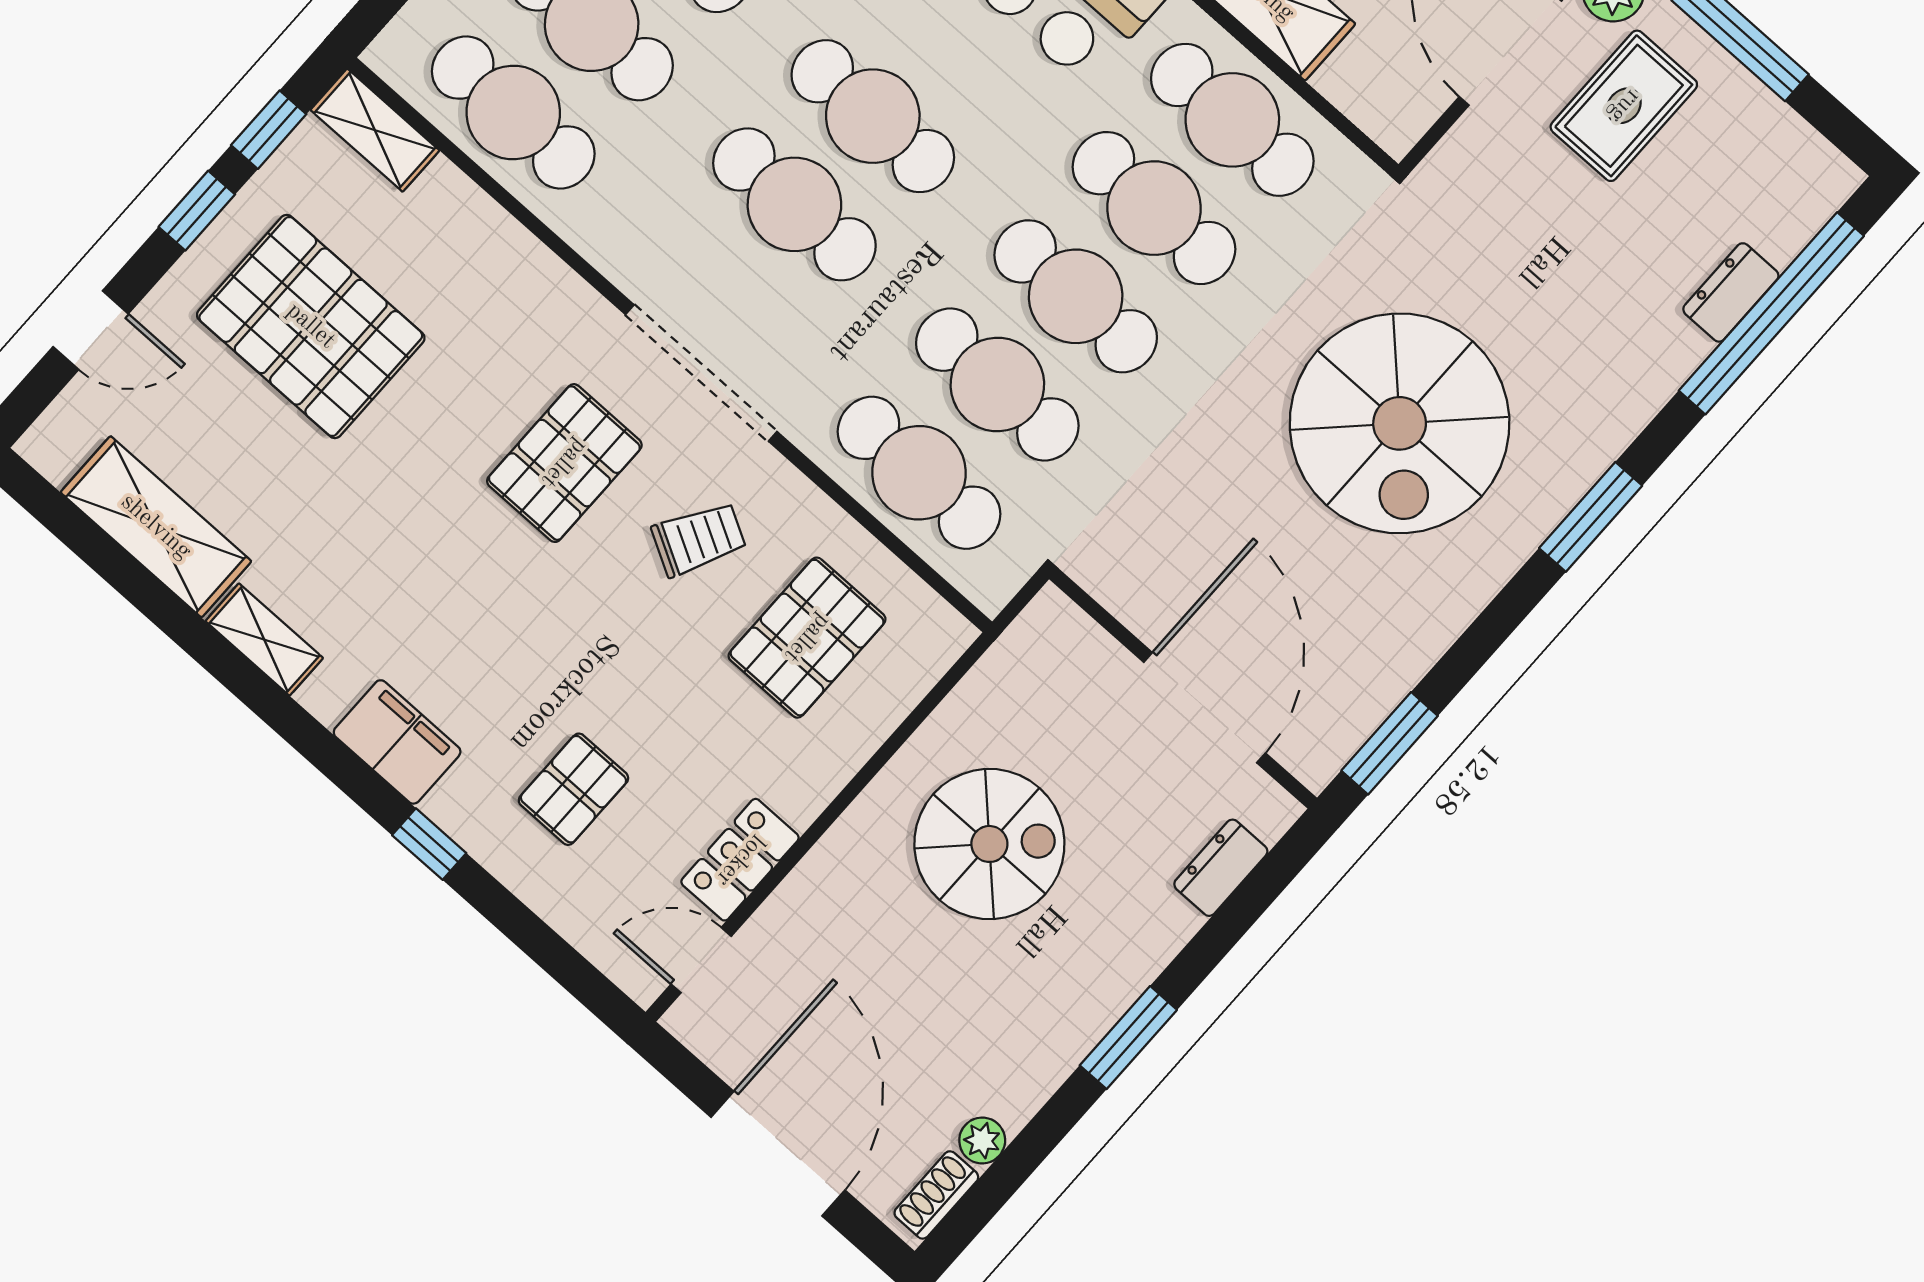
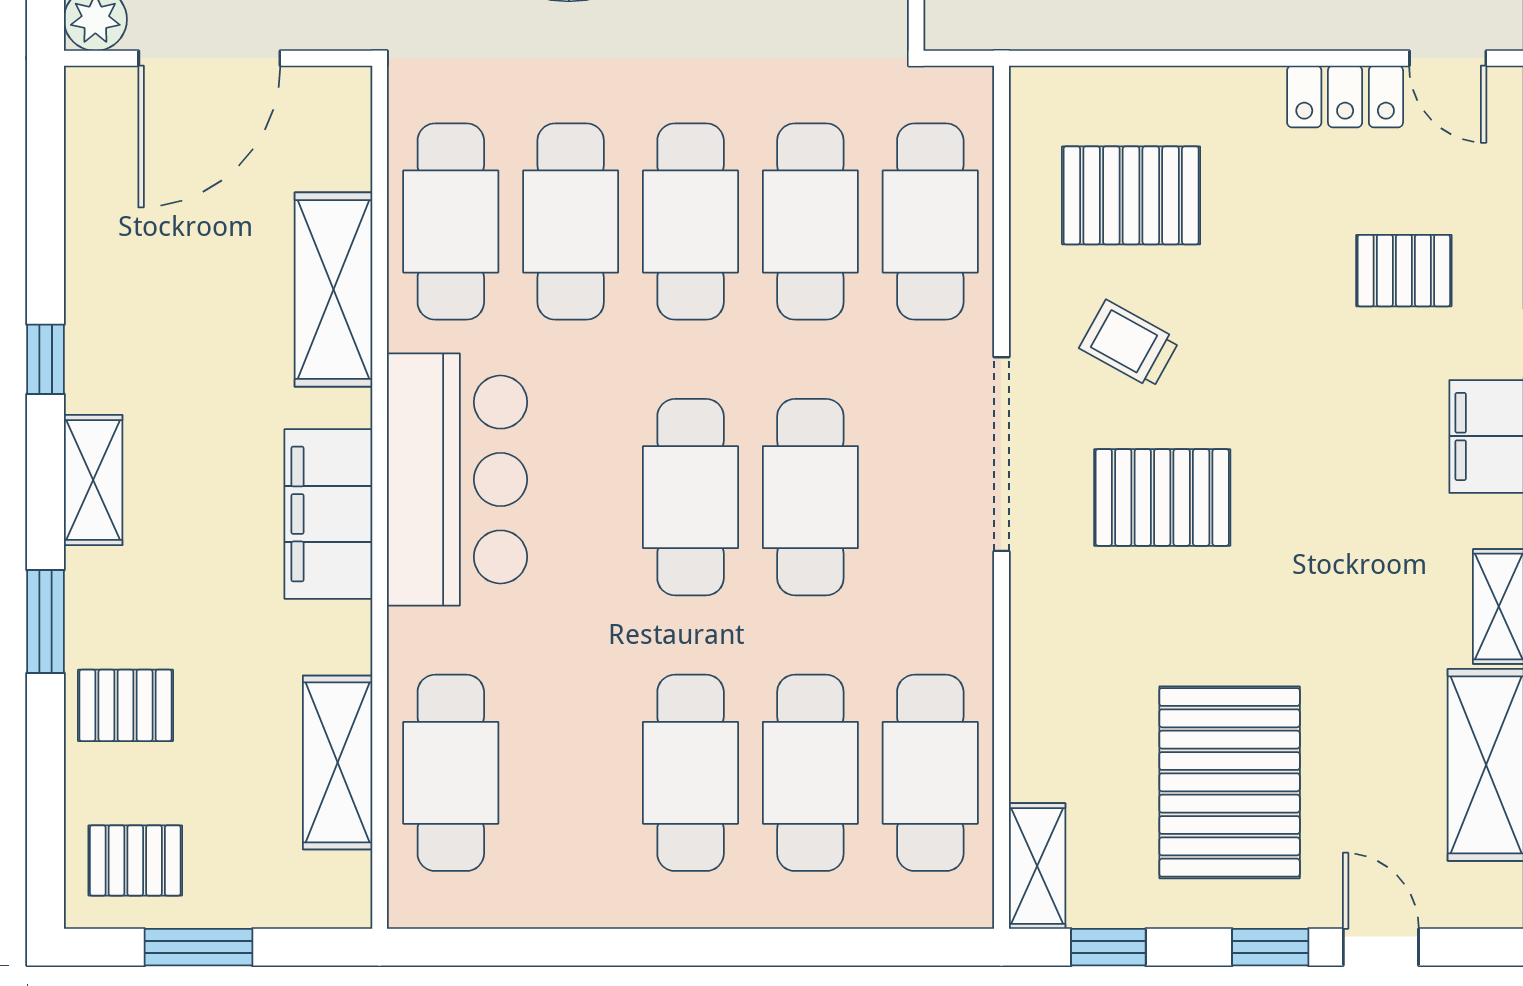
window: (197, 211) -> (1270, 947), moved

